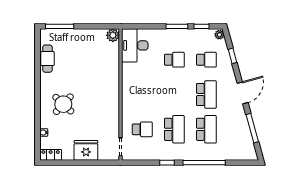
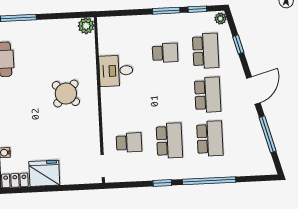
desk: (135, 45) -> (116, 71), moved, width x0.73
school desk: (206, 60) -> (206, 51), width x1.85
round table: (63, 104) -> (66, 94), moved
fridge: (86, 150) -> (44, 173), moved

